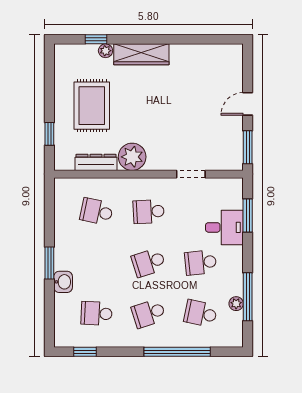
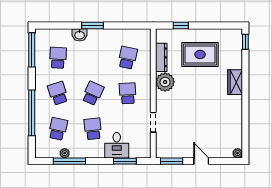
window: (96, 39) -> (245, 42), moved
plant: (106, 51) -> (238, 153), moved
wardrobe: (141, 54) -> (235, 82), width x0.67
school desk: (149, 262) -> (93, 93), turned 42
window: (85, 352) -> (32, 50), width x2.17

